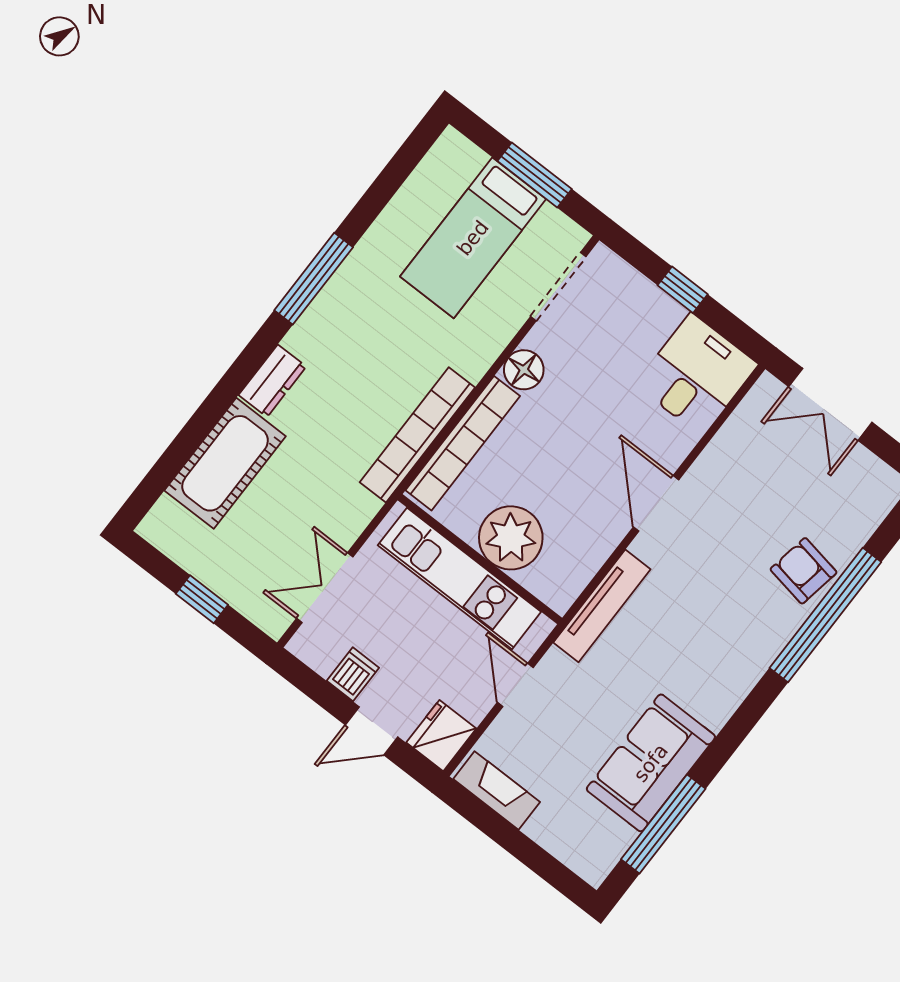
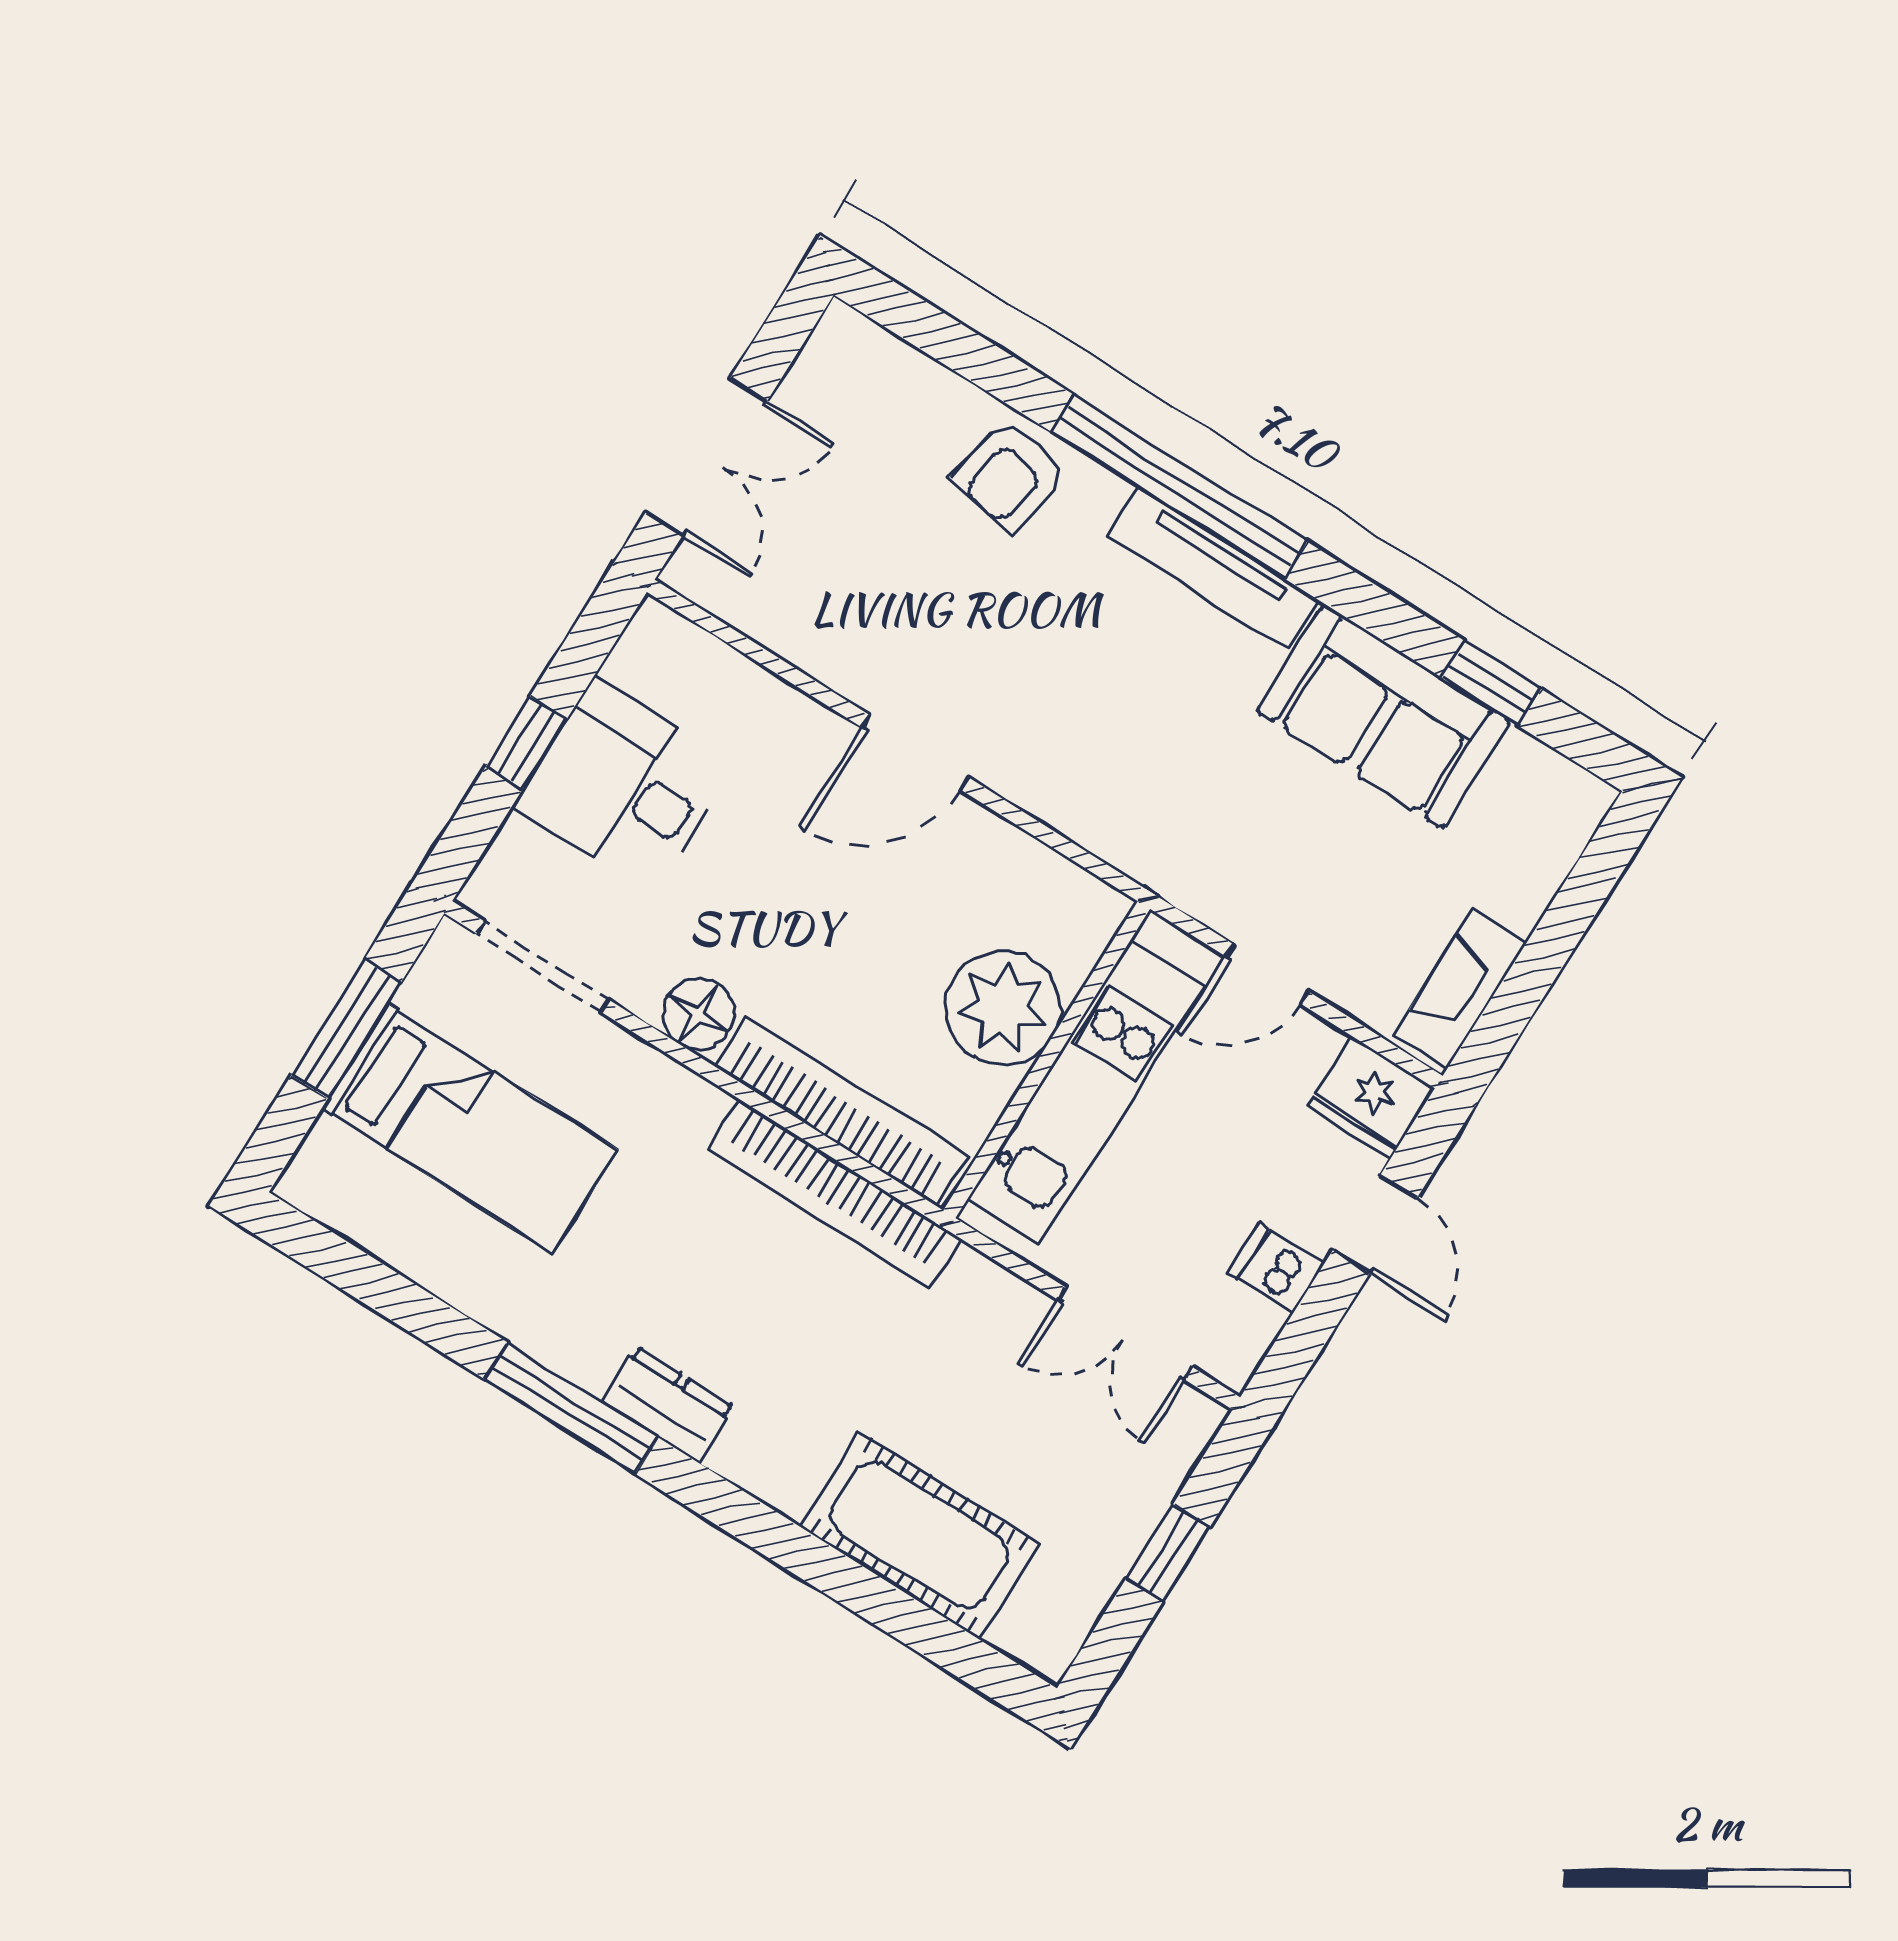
desk: (697, 374) -> (624, 786), moved
dresser: (272, 381) -> (667, 1405), moved
tv unit: (602, 606) -> (1213, 568), moved, turned 180
window: (825, 615) -> (1179, 487), moved
window: (663, 824) -> (1491, 683), width x0.46

